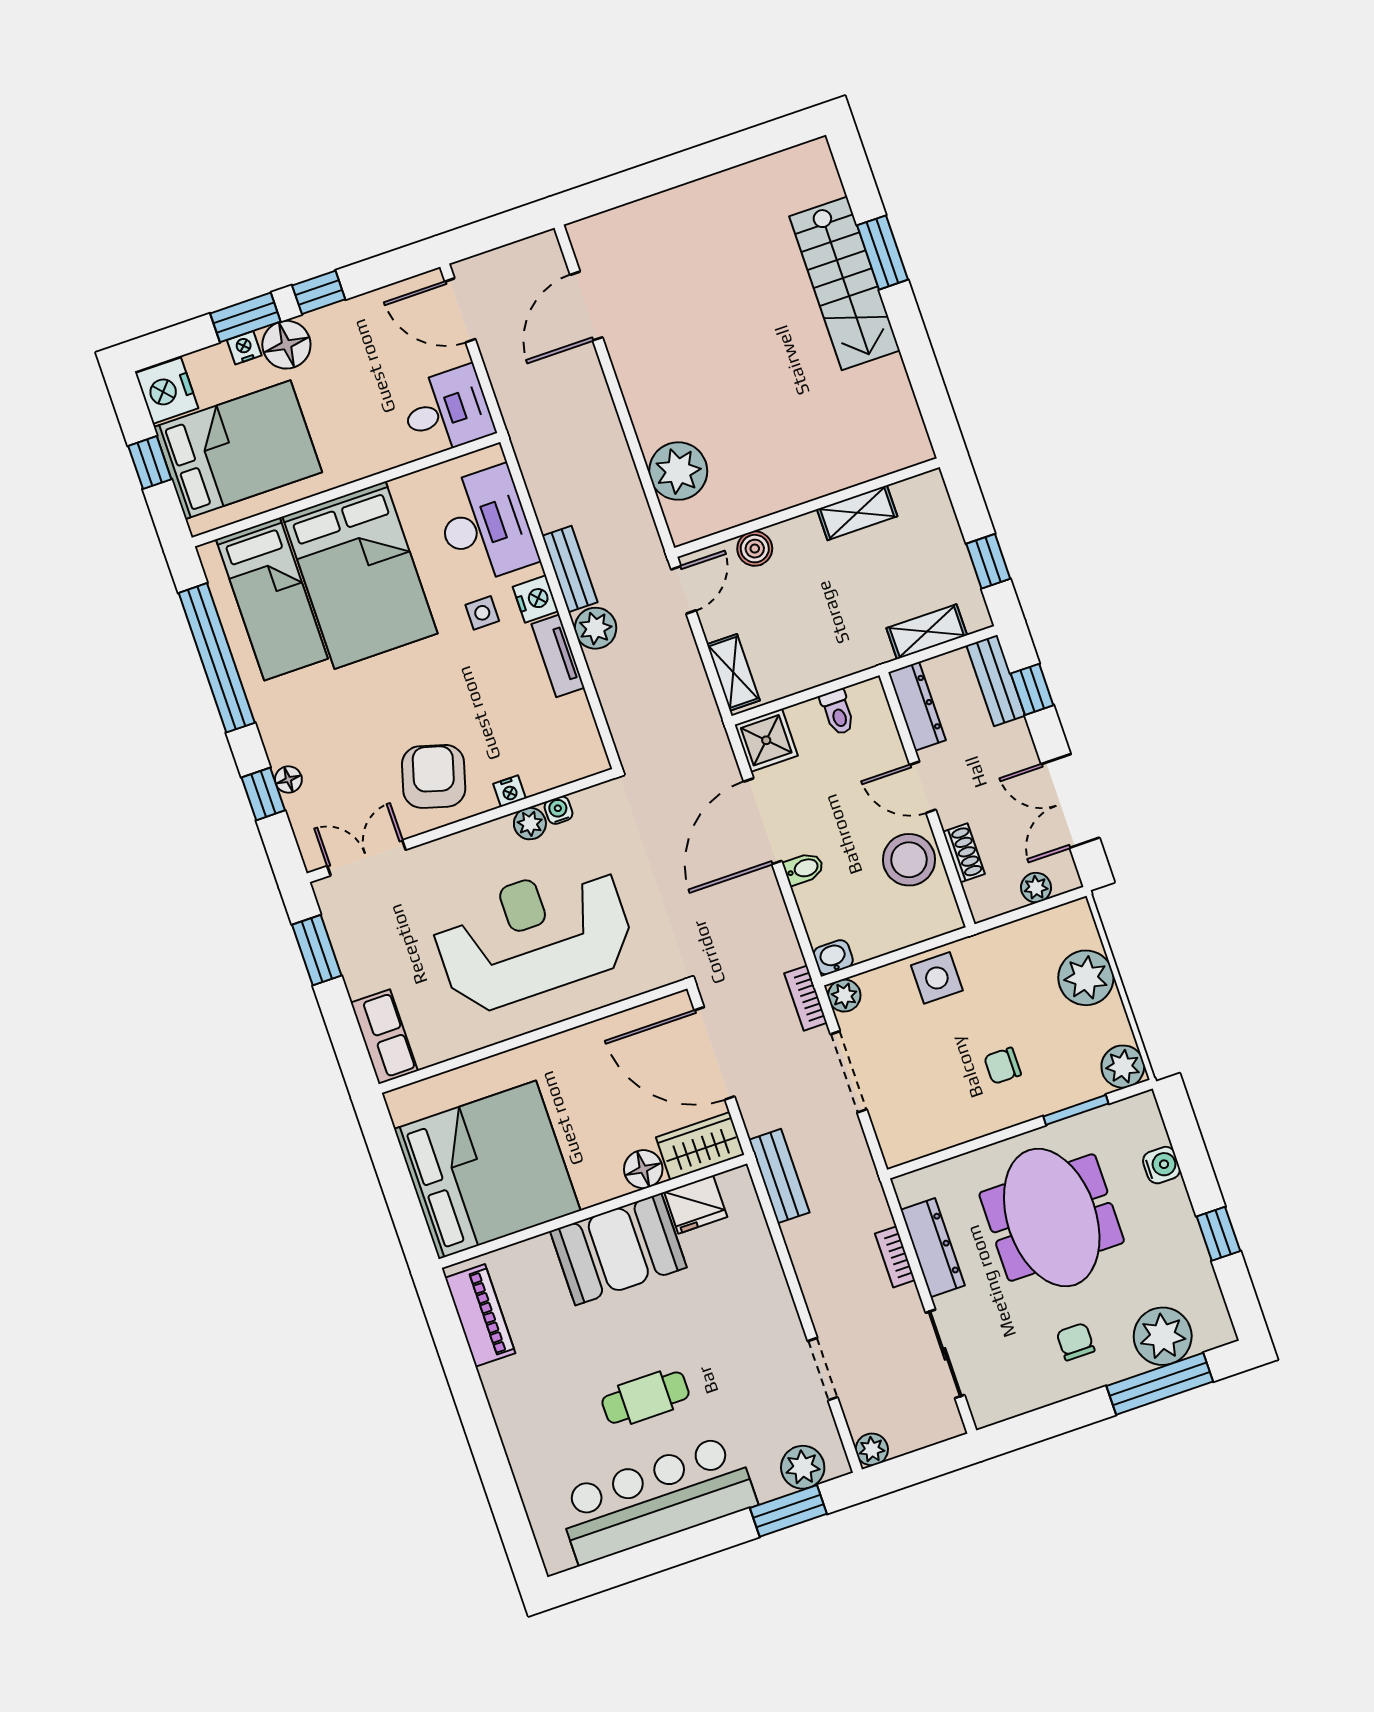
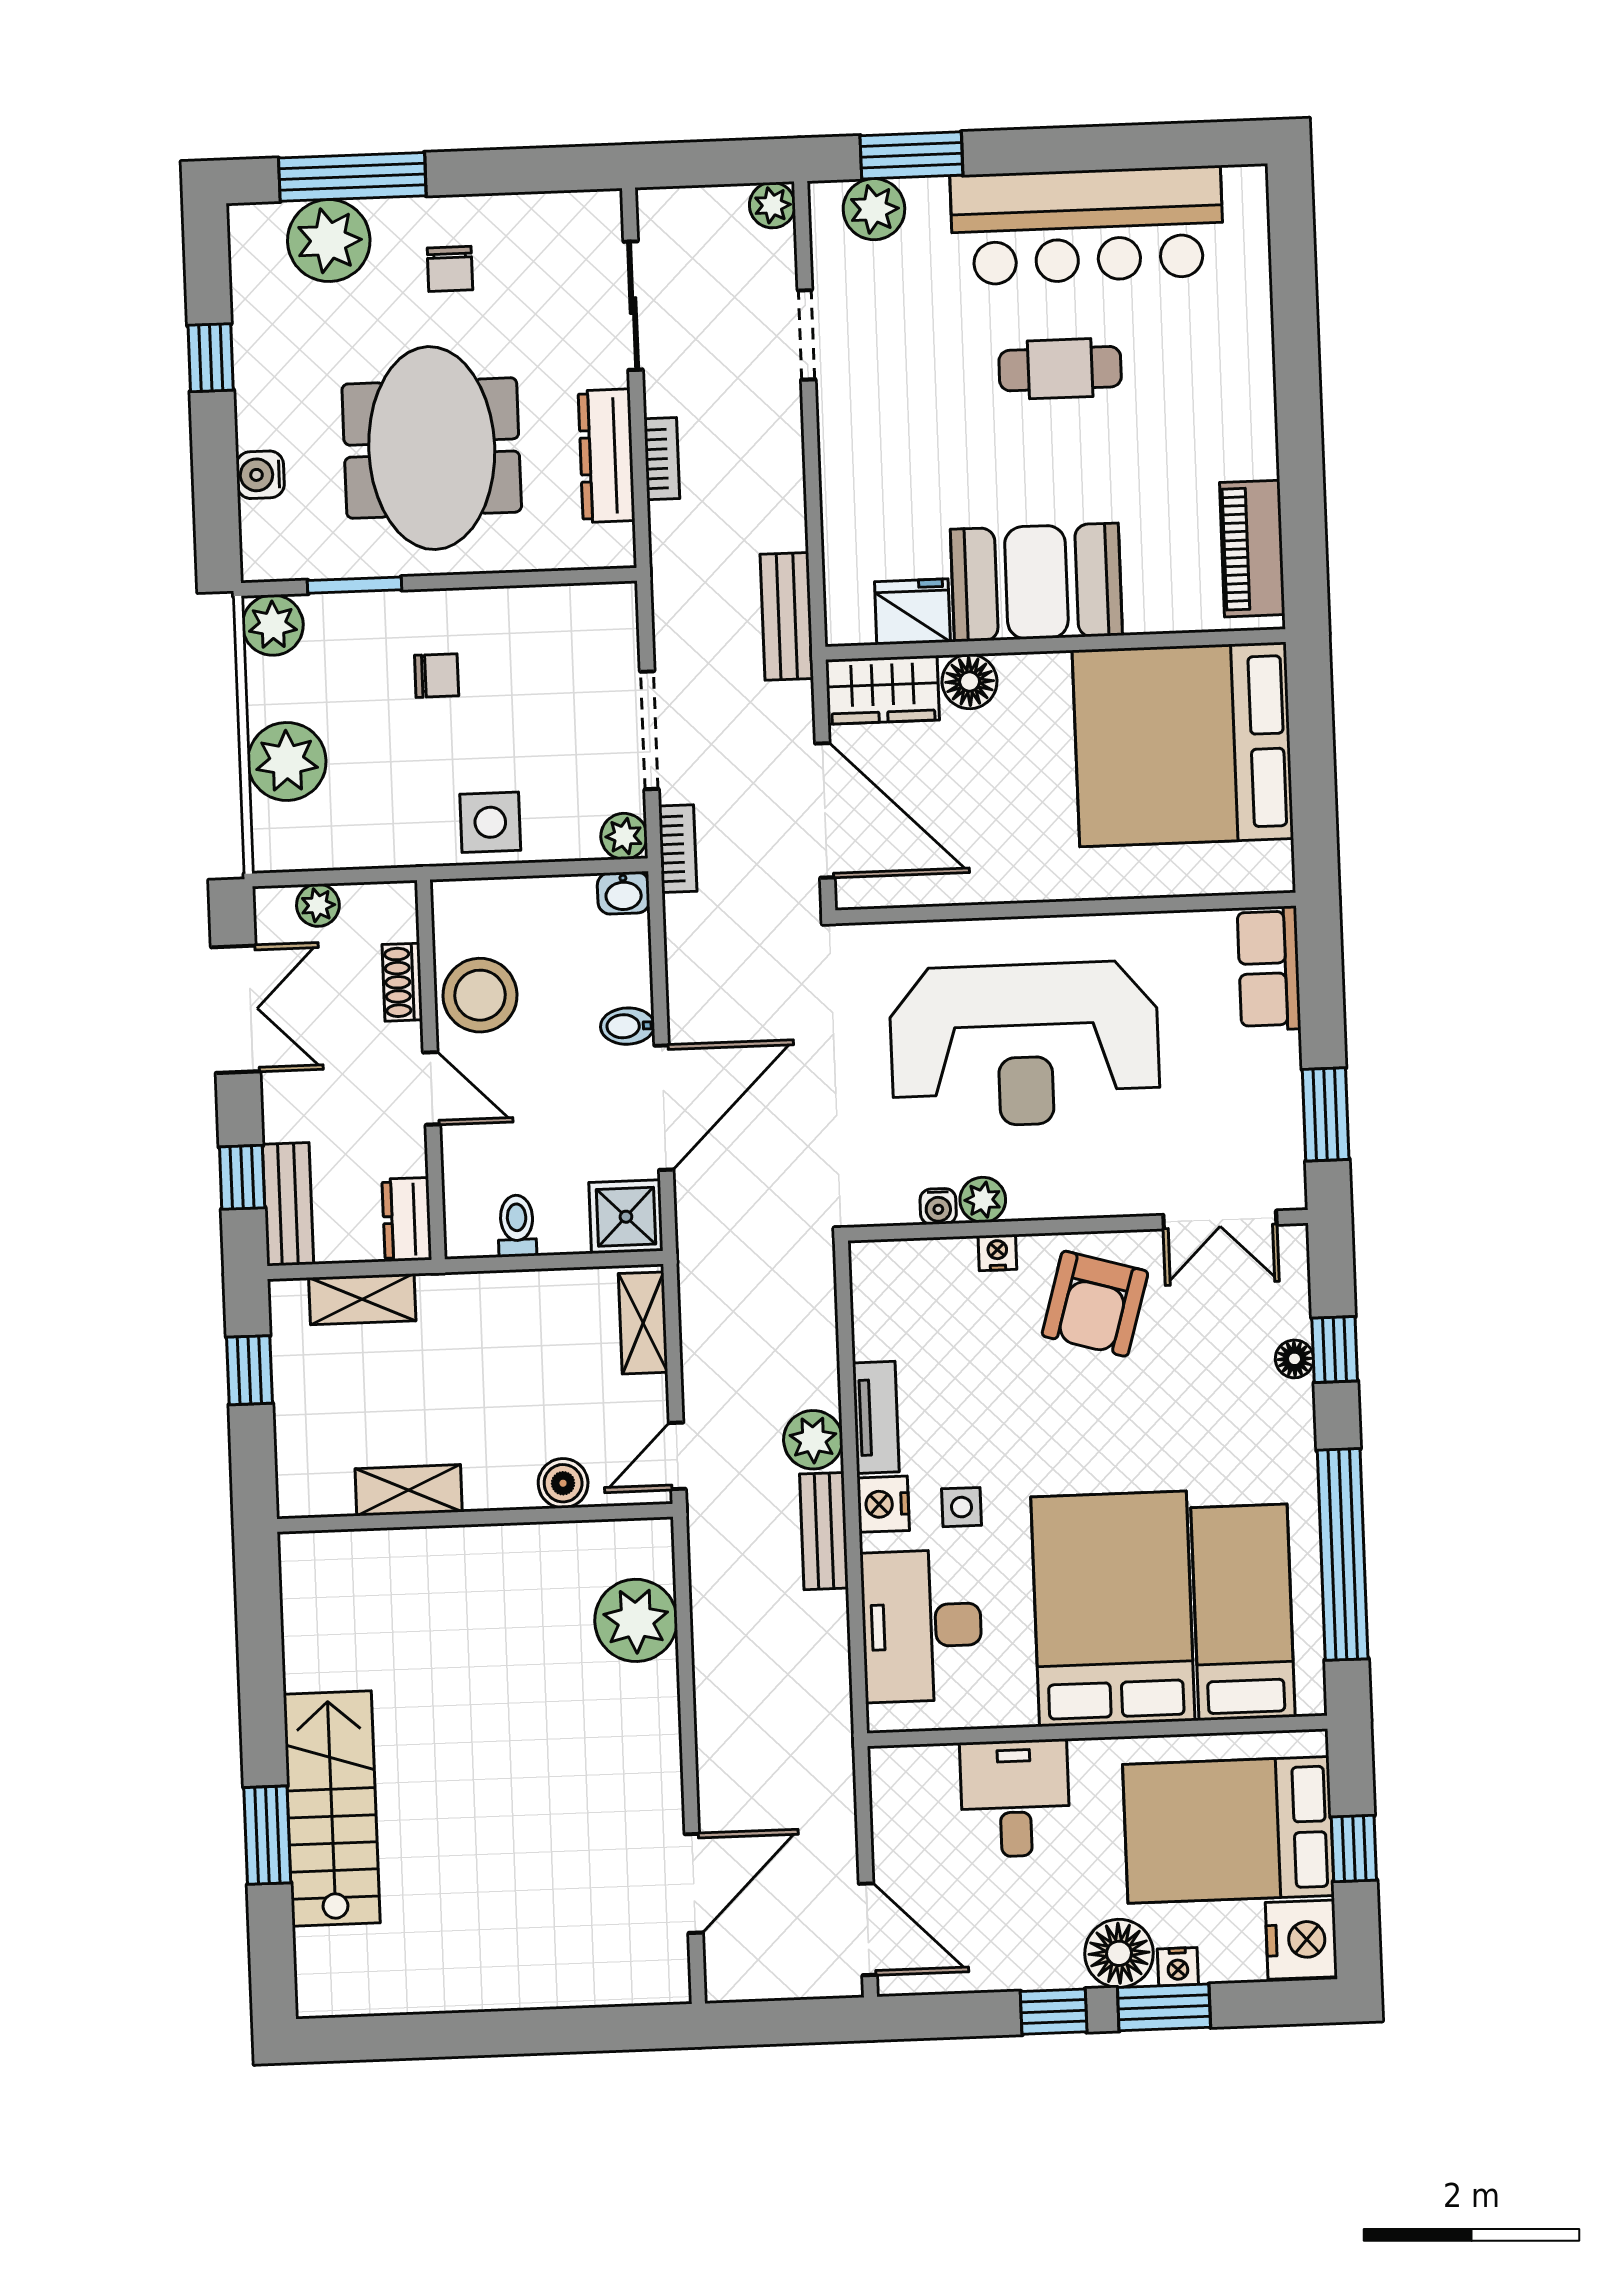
desk: (447, 411) -> (1015, 1798), moved, turned 90
dresser: (917, 706) -> (407, 1219), width x0.70

